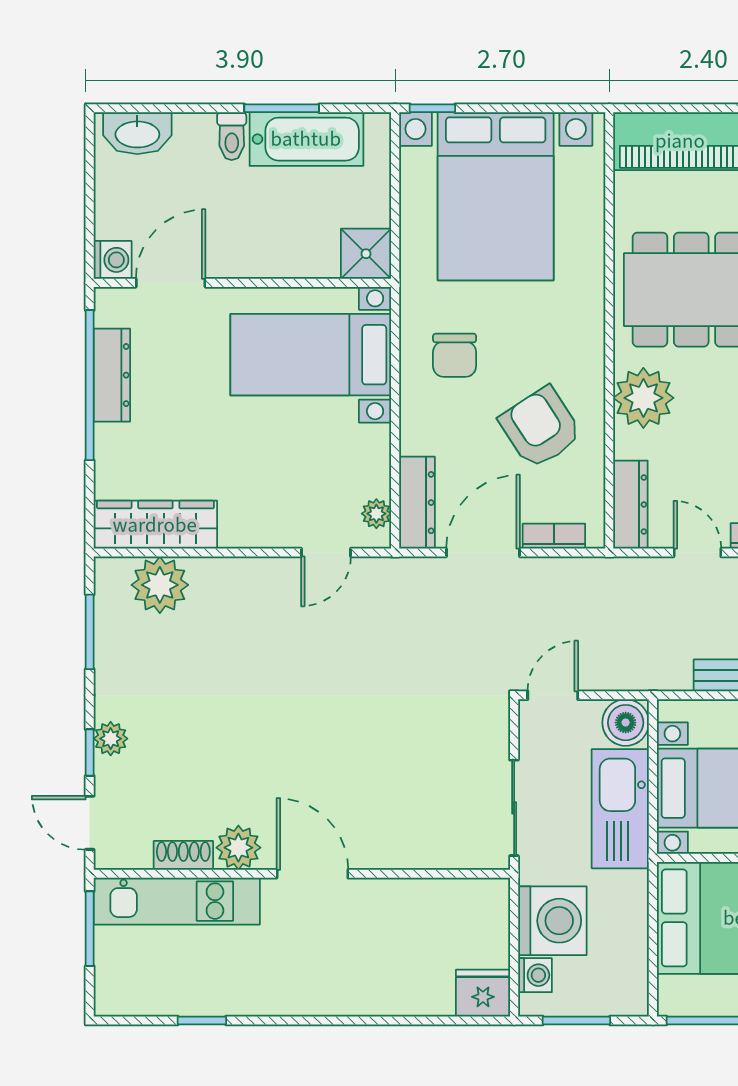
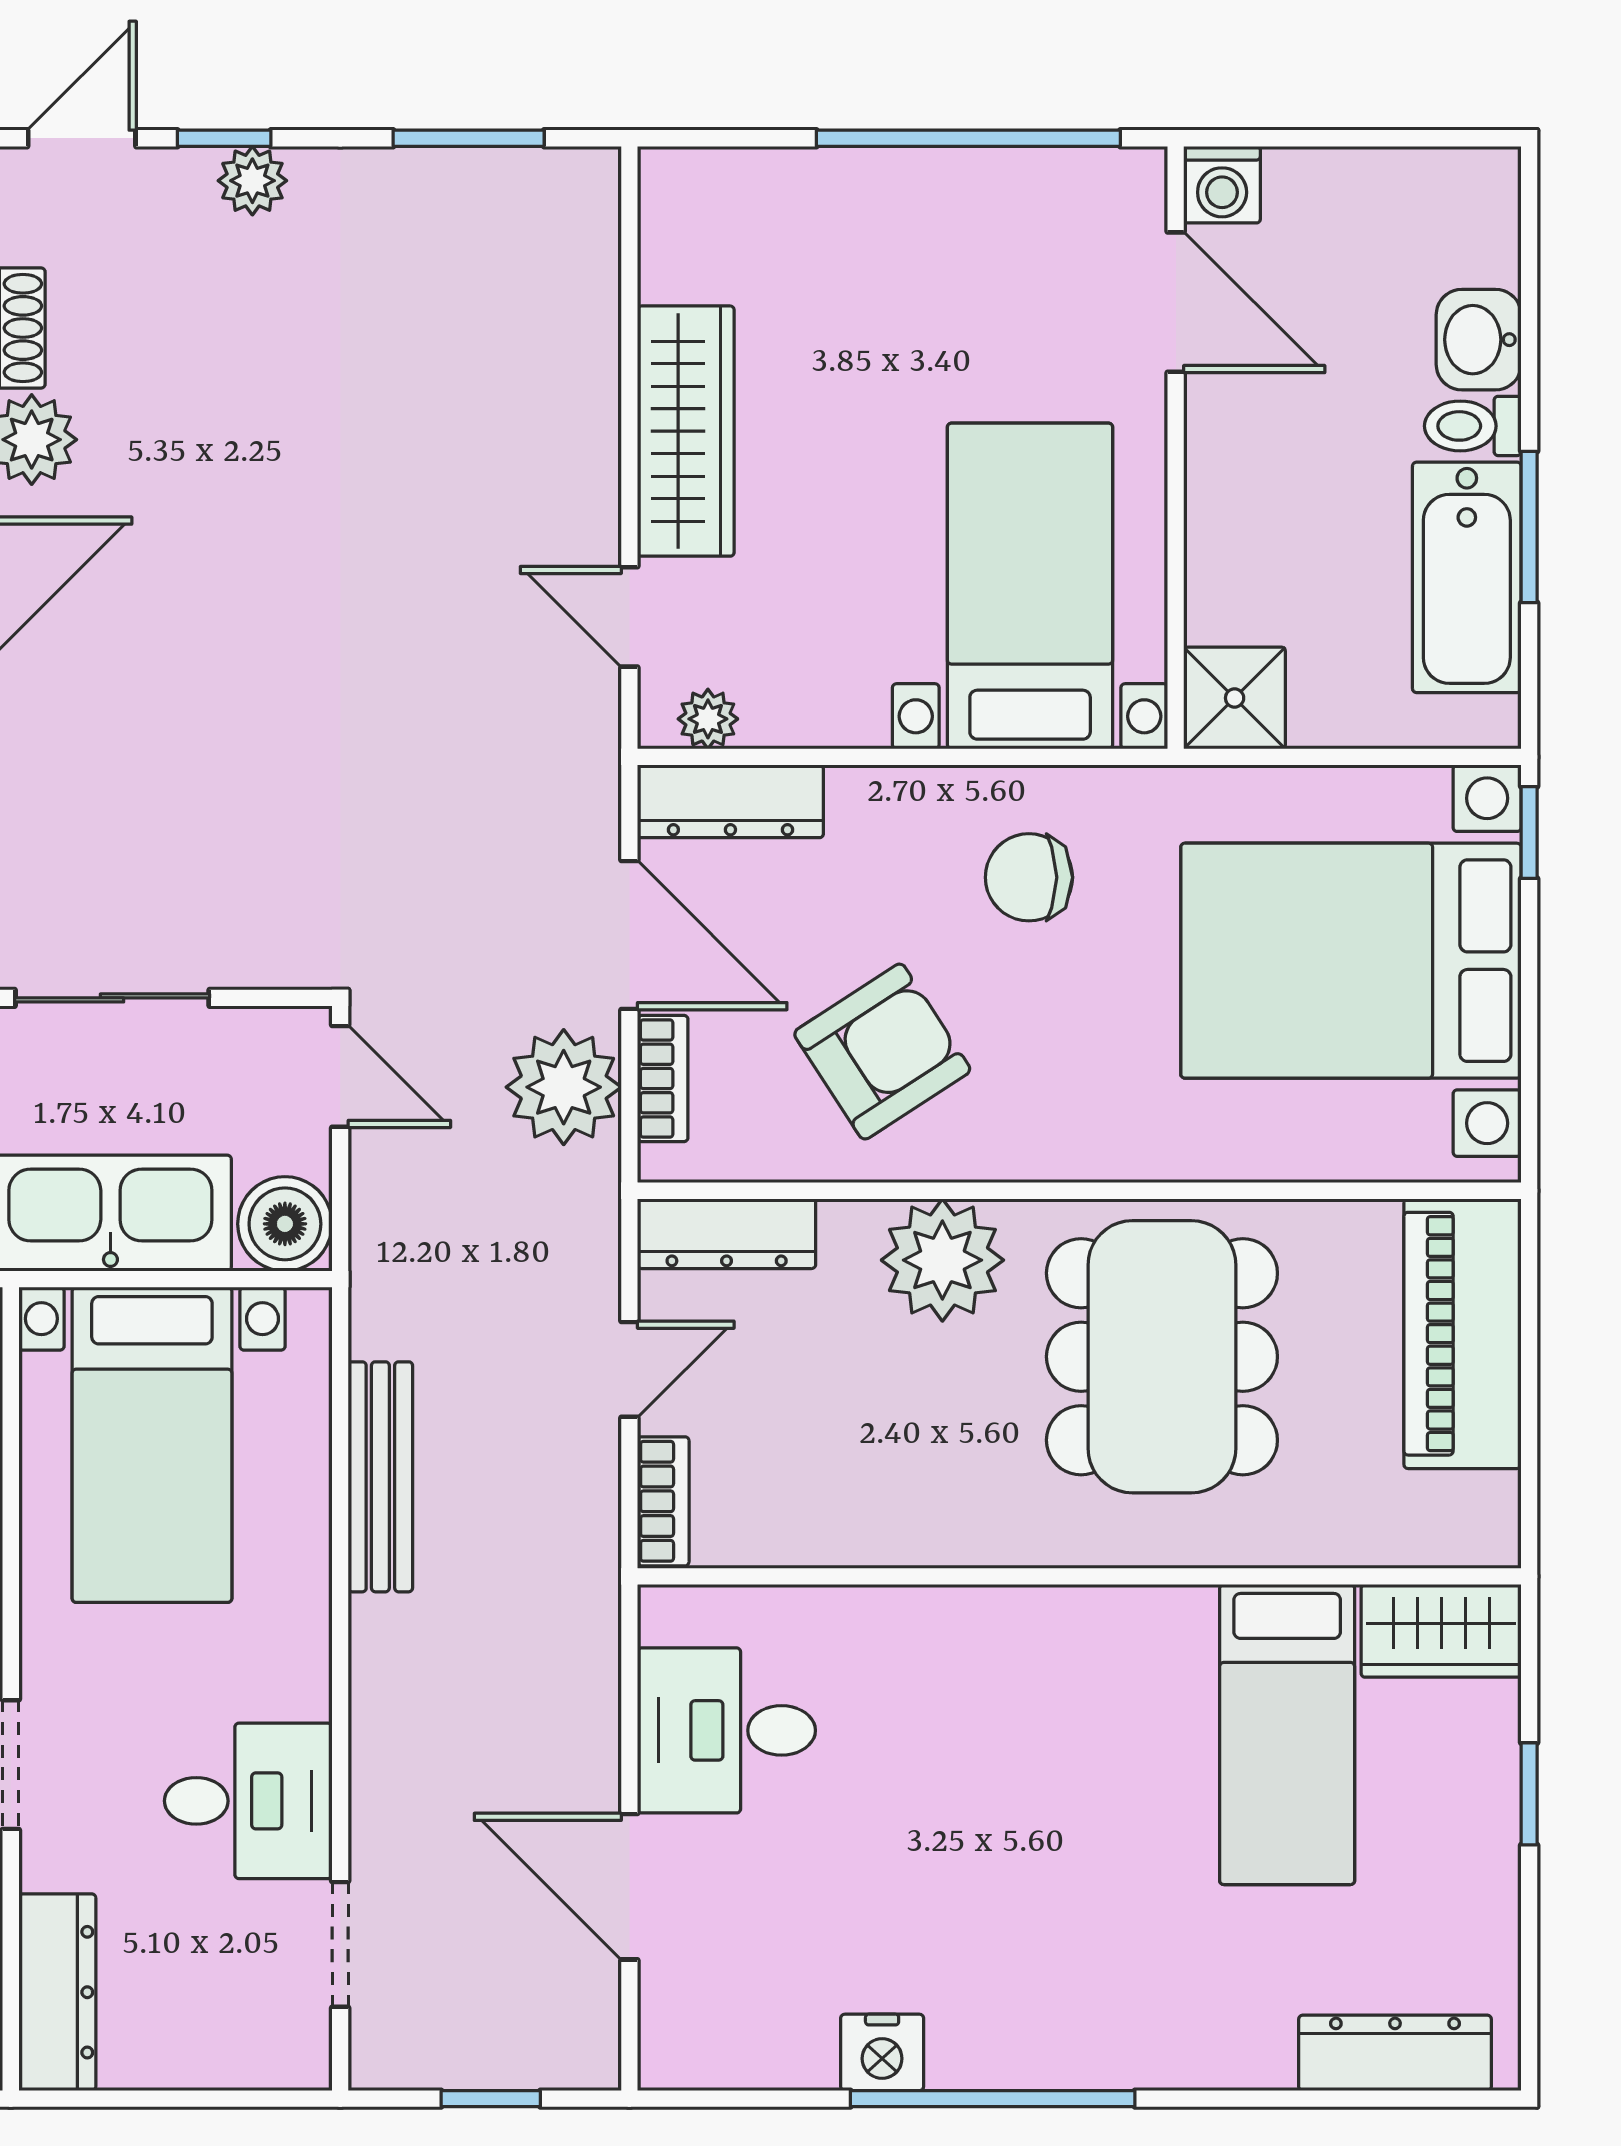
washbasin: (137, 133) -> (1479, 340), moved, width x0.72
dresser: (112, 375) -> (989, 183), removed
wardrobe: (155, 525) -> (686, 431), moved
plant: (160, 585) -> (564, 1087), moved

